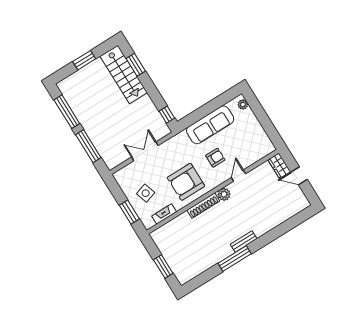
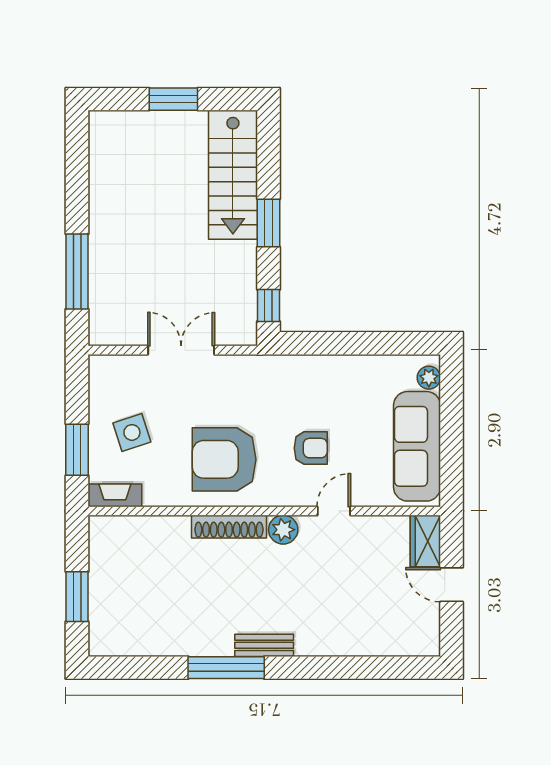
window: (136, 65) -> (268, 223), moved
window: (67, 112) -> (77, 178), removed
sofa: (210, 125) -> (417, 446), moved, turned 90
fireplace: (164, 214) -> (115, 495), moved

